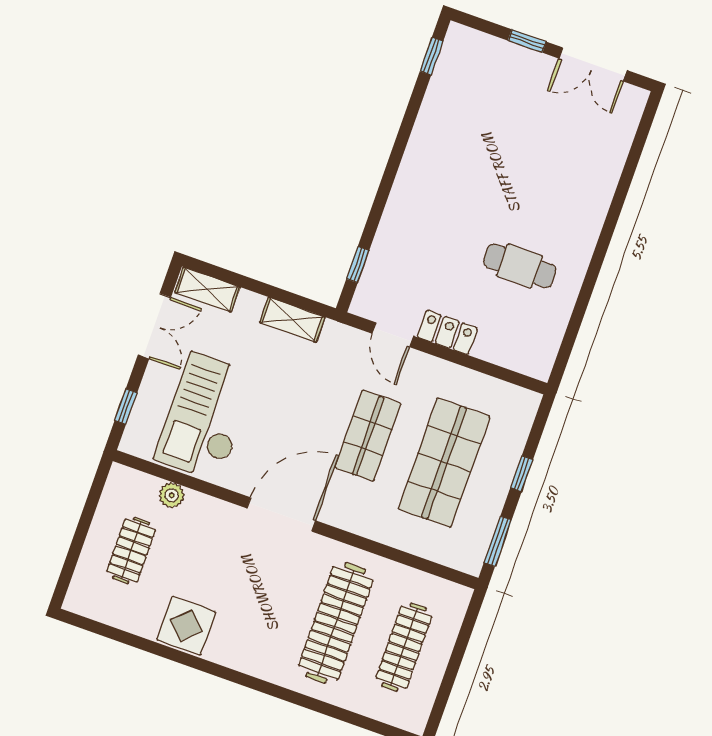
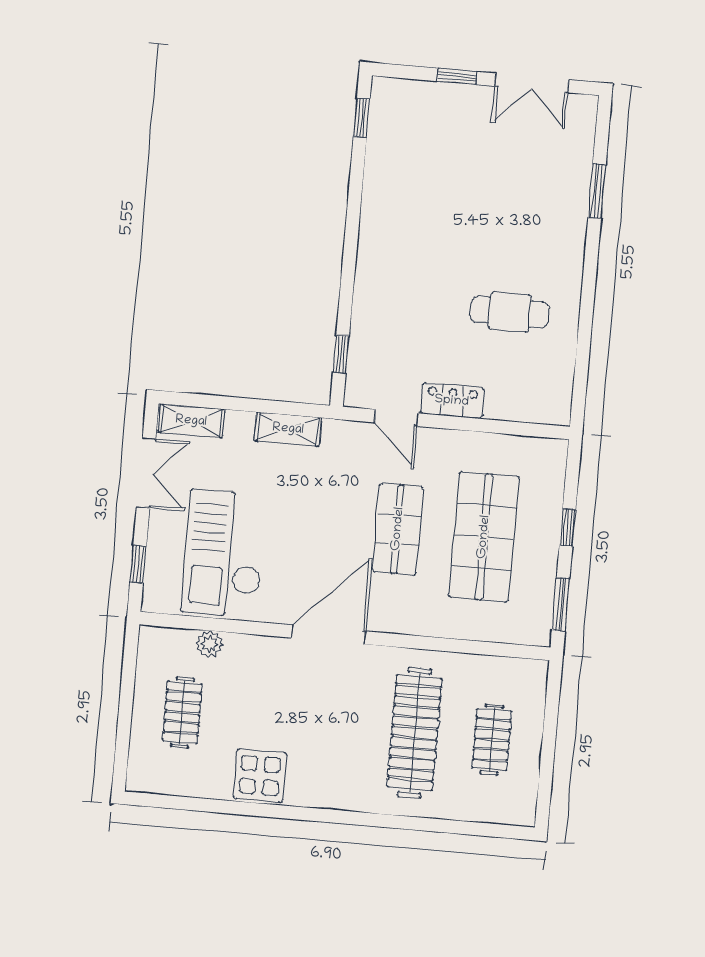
window: (627, 177) -> (597, 191), added
clothes rail: (404, 647) -> (492, 739), width x0.73

